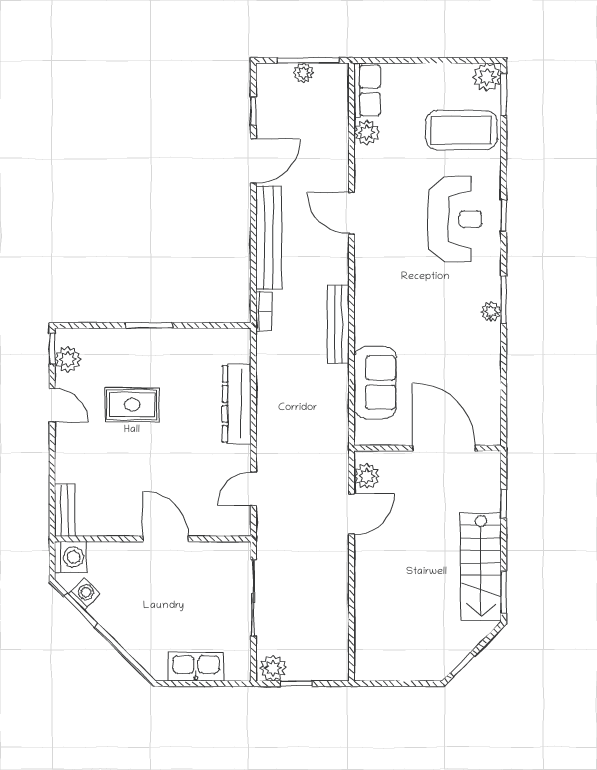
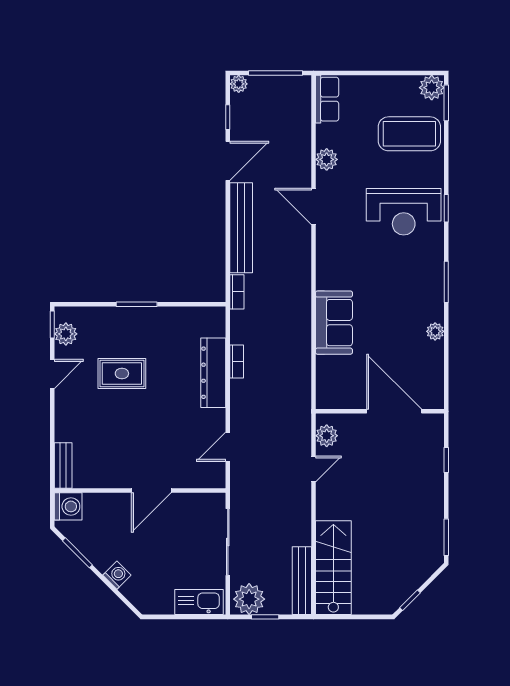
plant: (304, 73) -> (239, 84), moved
plant: (367, 132) -> (327, 159), moved
reception desk: (455, 219) -> (404, 212), turned 90
plant: (491, 312) -> (435, 331), moved
bench: (338, 324) -> (302, 581), moved
sofa: (375, 382) -> (334, 323), moved
bookcase: (263, 391) -> (237, 361), added
door: (52, 405) -> (52, 374), hinge flipped
door: (352, 514) -> (313, 469), width x0.73
door: (166, 539) -> (151, 491), swing flipped
stairs: (481, 567) -> (333, 568), moved, turned 180
washing machine: (84, 594) -> (117, 575), moved
kitchen sink: (196, 667) -> (199, 602), moved
plant: (273, 668) -> (249, 599), width x1.36, depth x1.36

